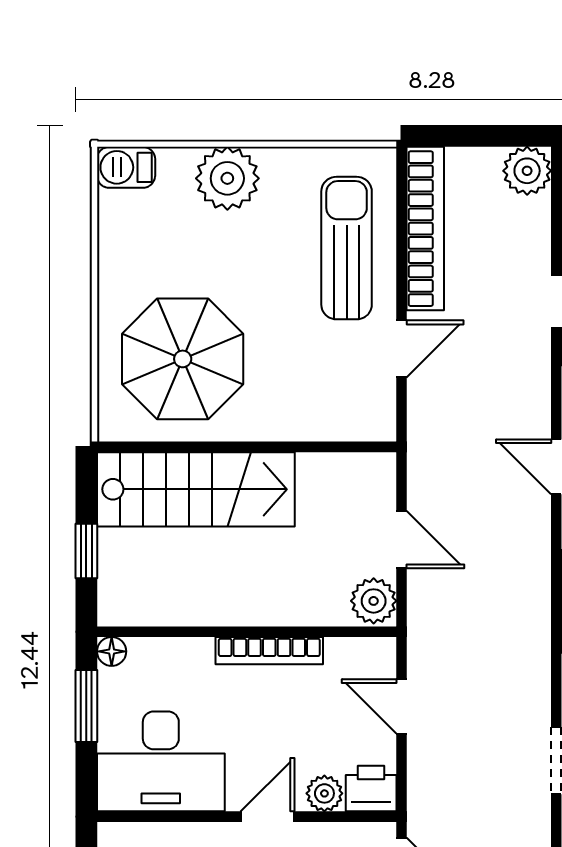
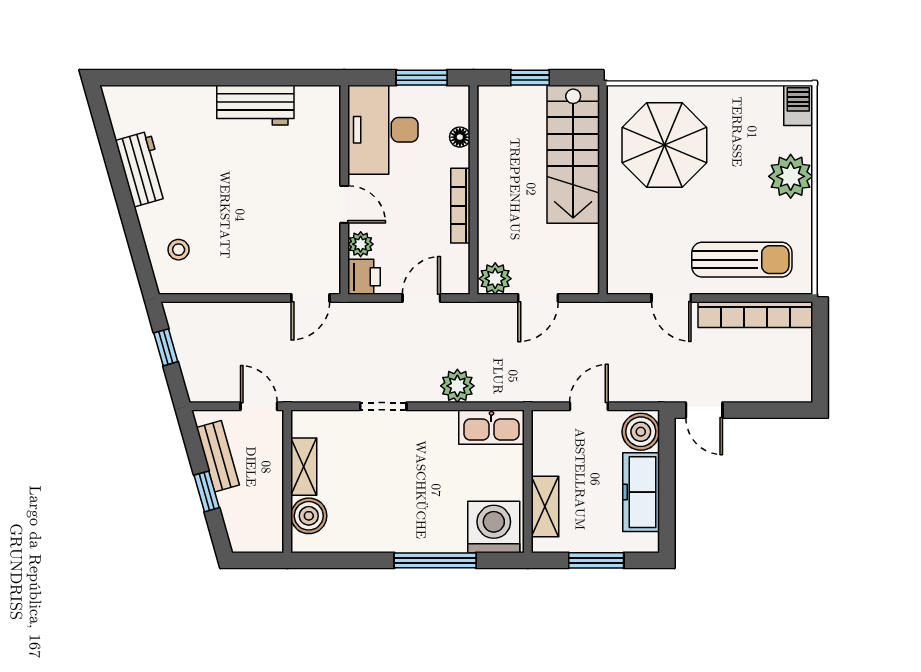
plant: (527, 171) -> (457, 386), moved
floor lamp: (112, 651) -> (460, 137), moved

